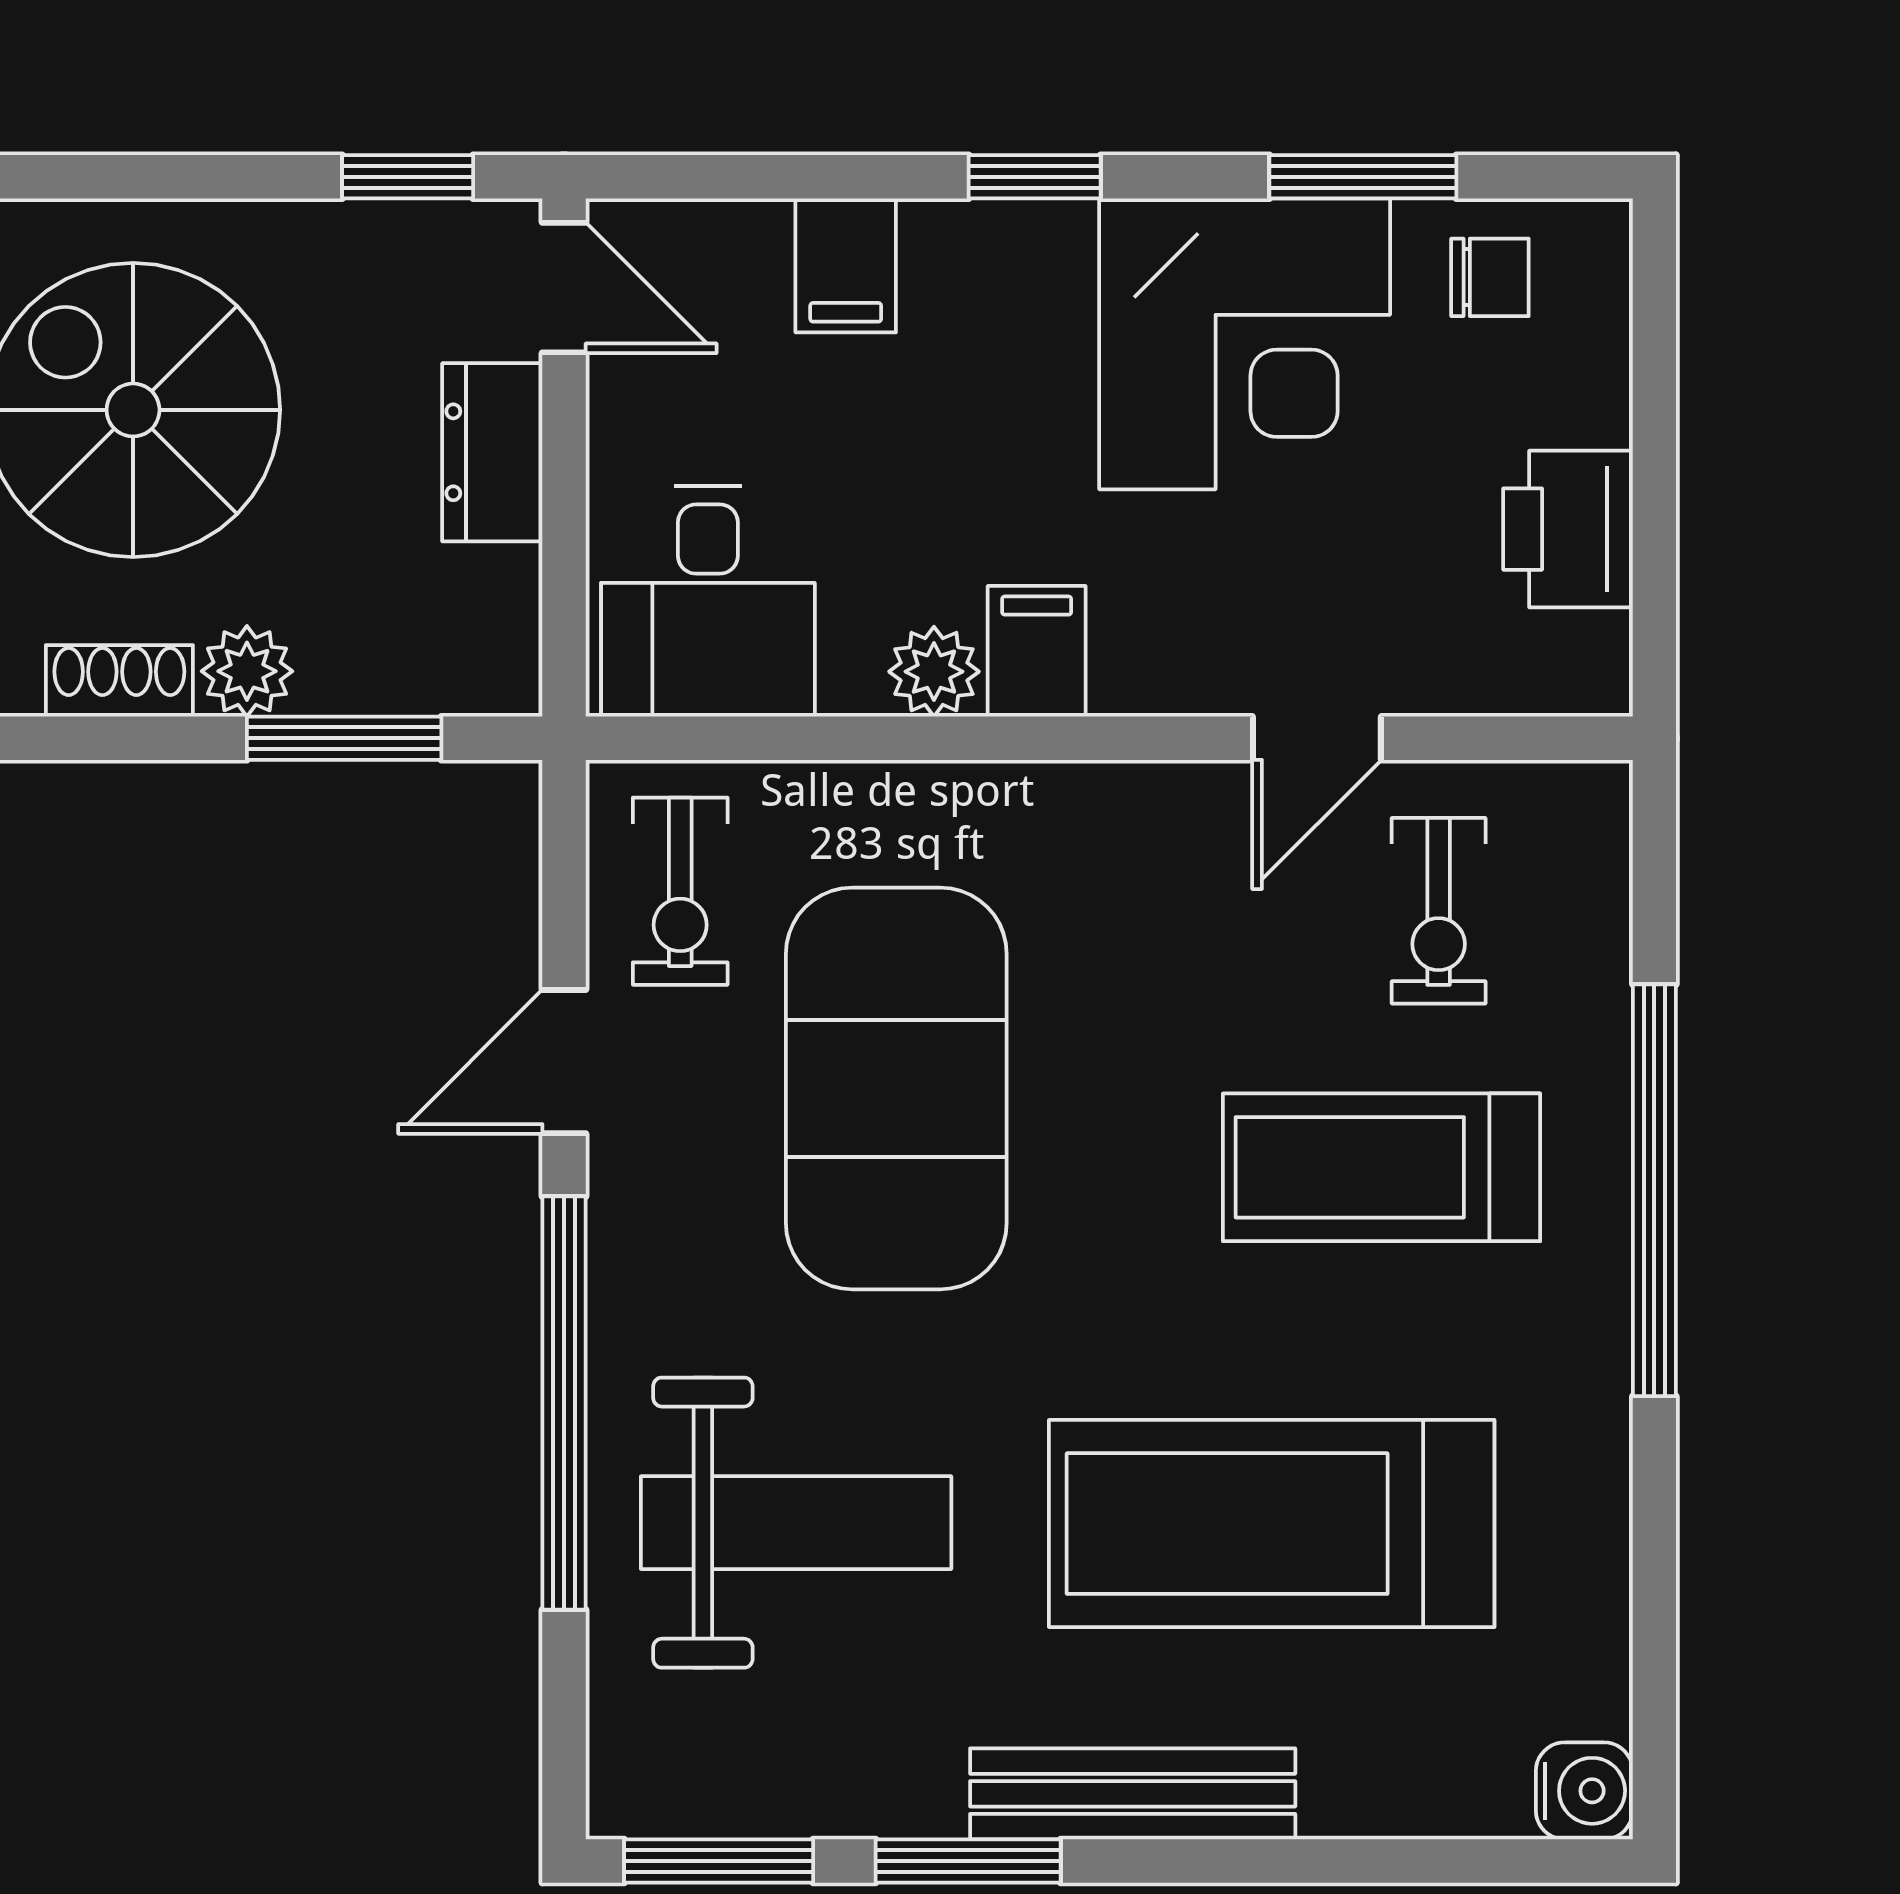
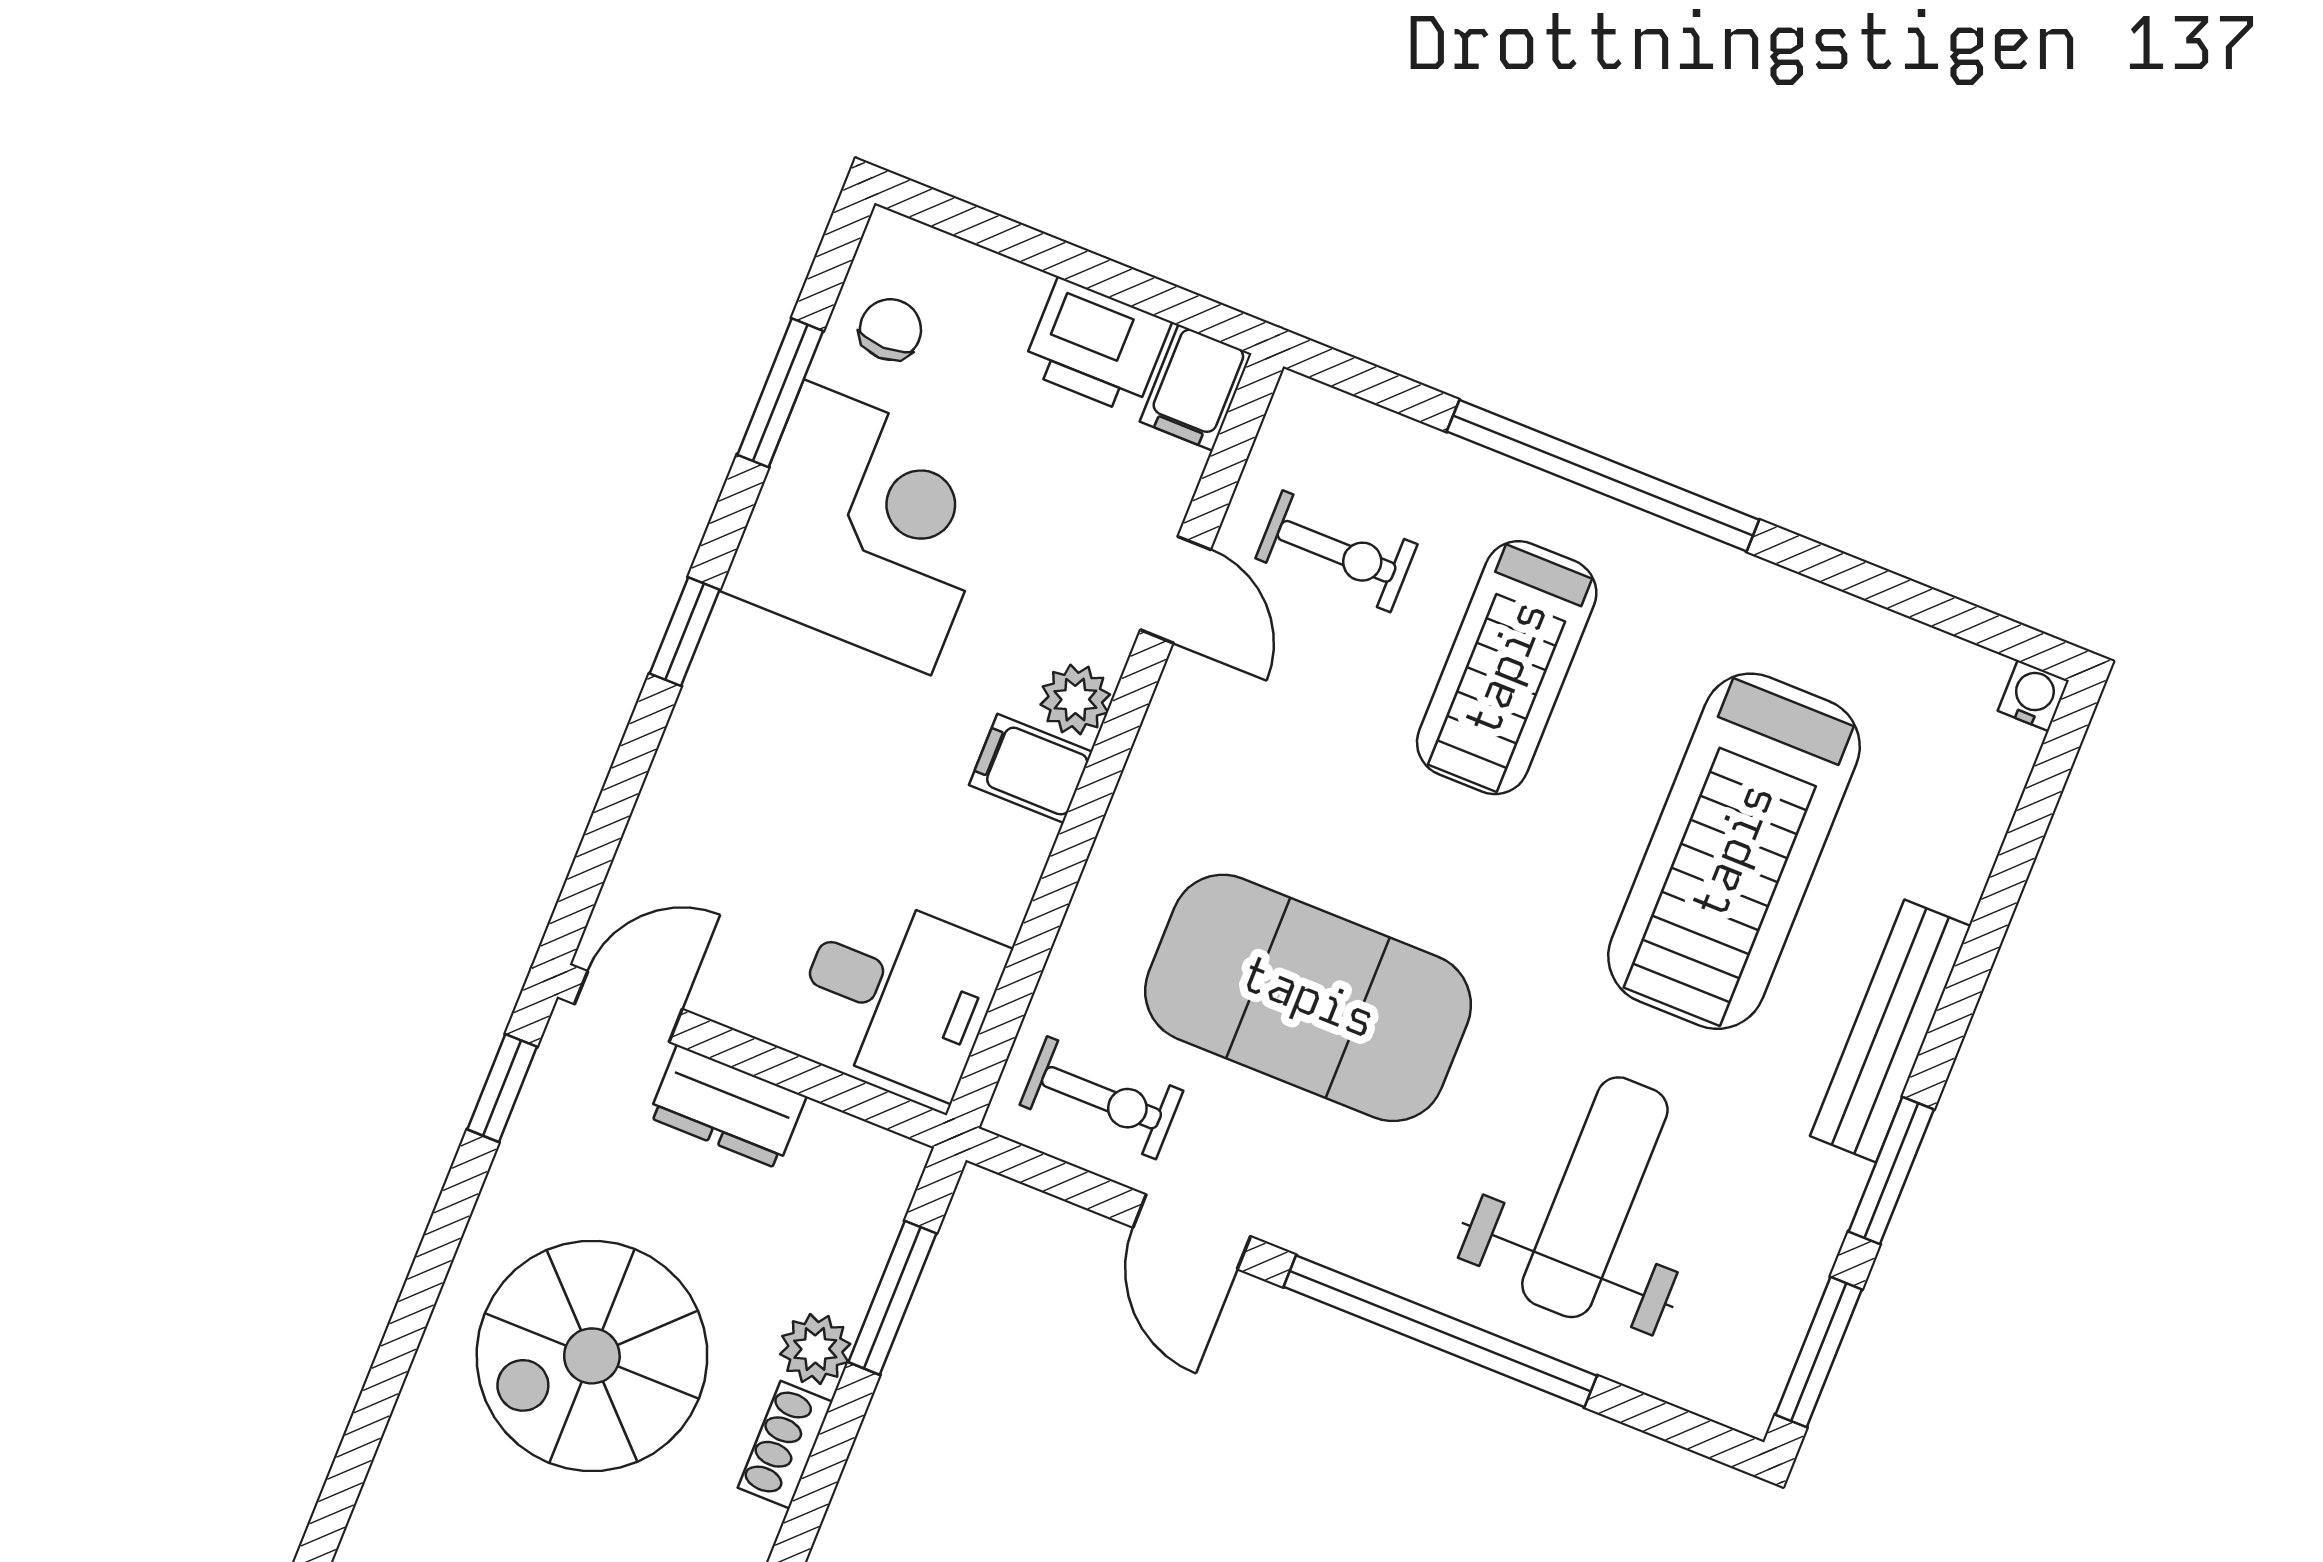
filing cabinet: (846, 265) -> (1196, 388), moved, turned 90
plant: (934, 672) -> (1075, 700), moved
water cooler: (1584, 1791) -> (2033, 696), width x0.72, depth x0.72

